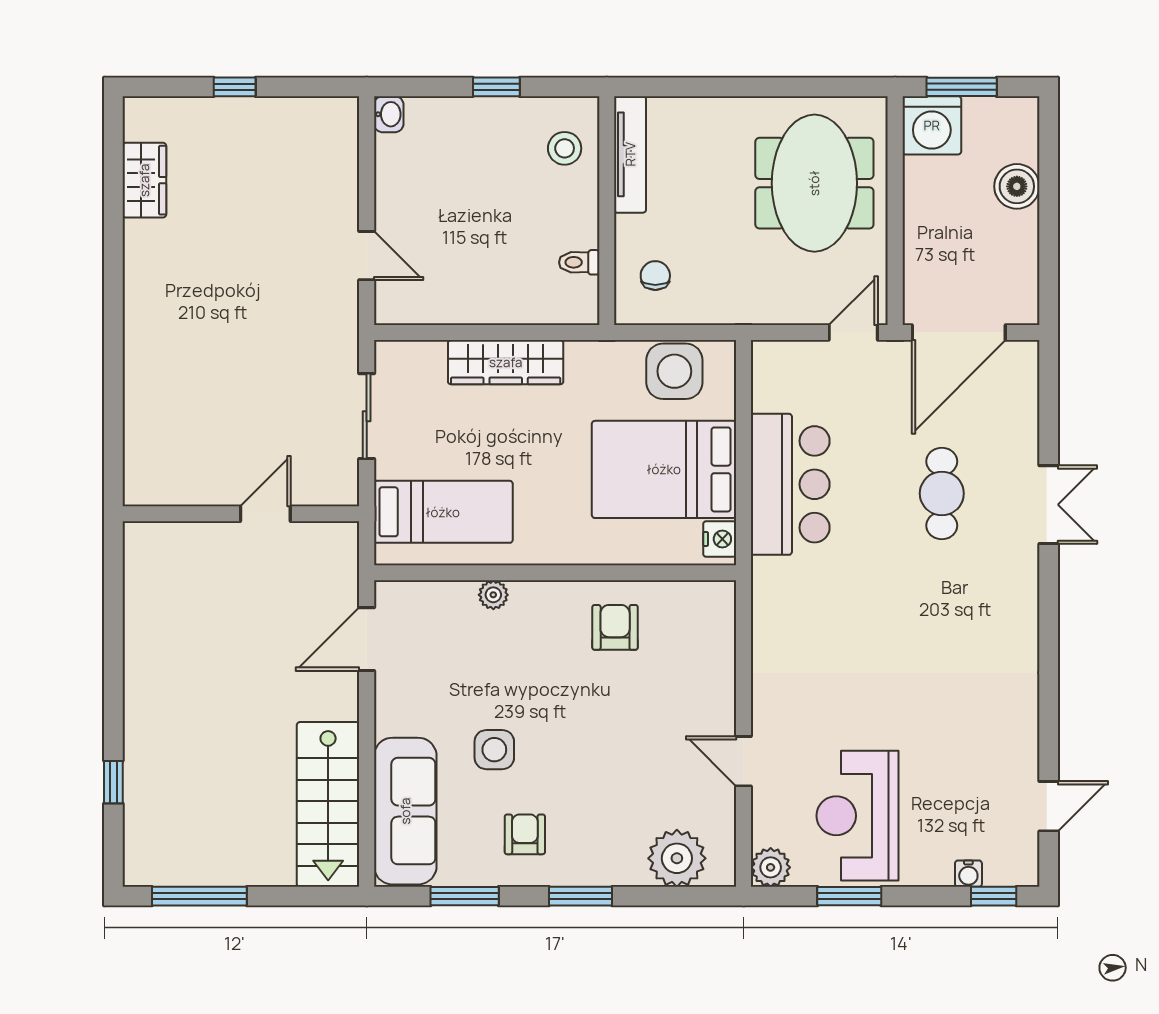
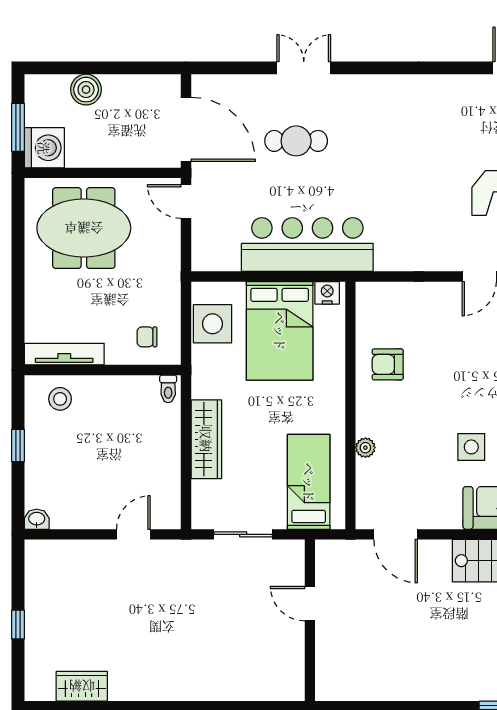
toilet: (579, 262) -> (168, 389), moved
bar counter: (790, 484) -> (307, 245), width x1.36

